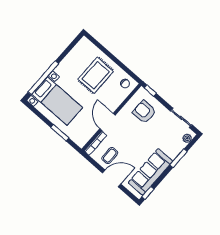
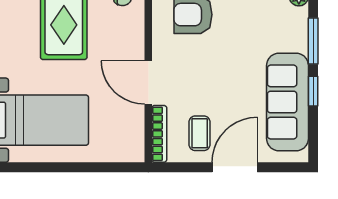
window: (60, 133) -> (87, 167), removed
window: (148, 193) -> (313, 91), moved

